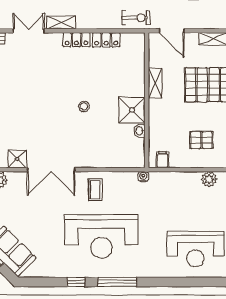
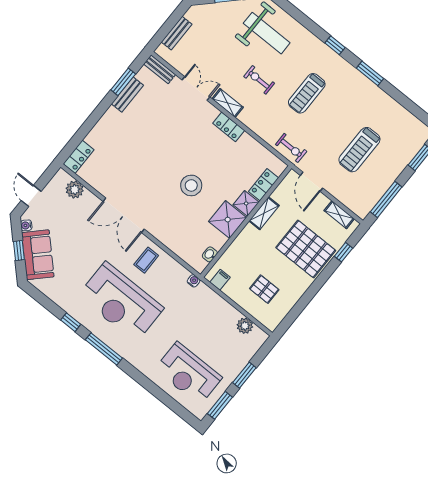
locker: (106, 40) -> (264, 185), moved, turned 90
stool: (84, 106) -> (191, 185), width x1.89, depth x1.89
washbasin: (140, 131) -> (210, 254), moved
shower: (17, 159) -> (246, 203), moved

